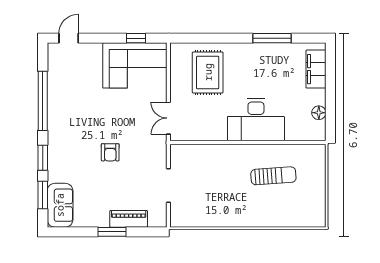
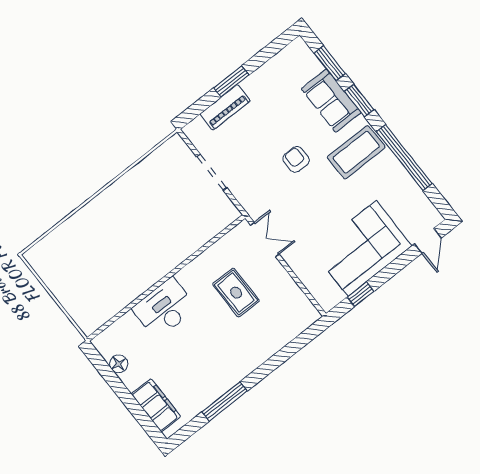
corner sofa: (135, 65) -> (362, 248), moved
rug: (208, 72) -> (236, 293), moved, width x0.73, depth x0.70
desk: (256, 120) -> (164, 308), width x0.73, depth x0.77
coffee table: (70, 127) -> (356, 152), added
sun lounger: (273, 176) -> (114, 265), removed
sofa: (60, 205) -> (331, 101), moved

